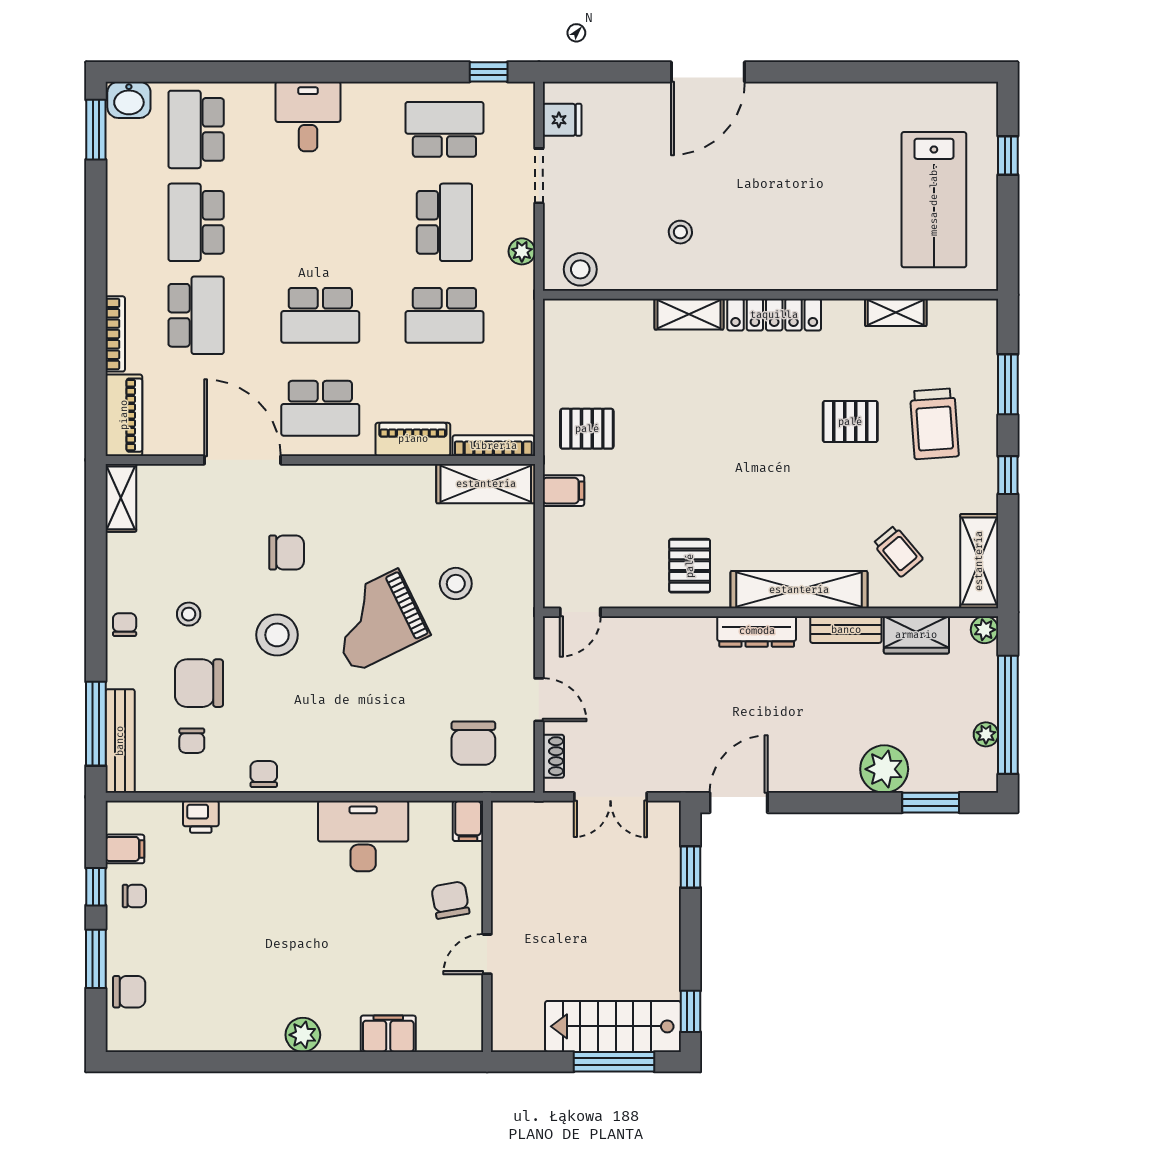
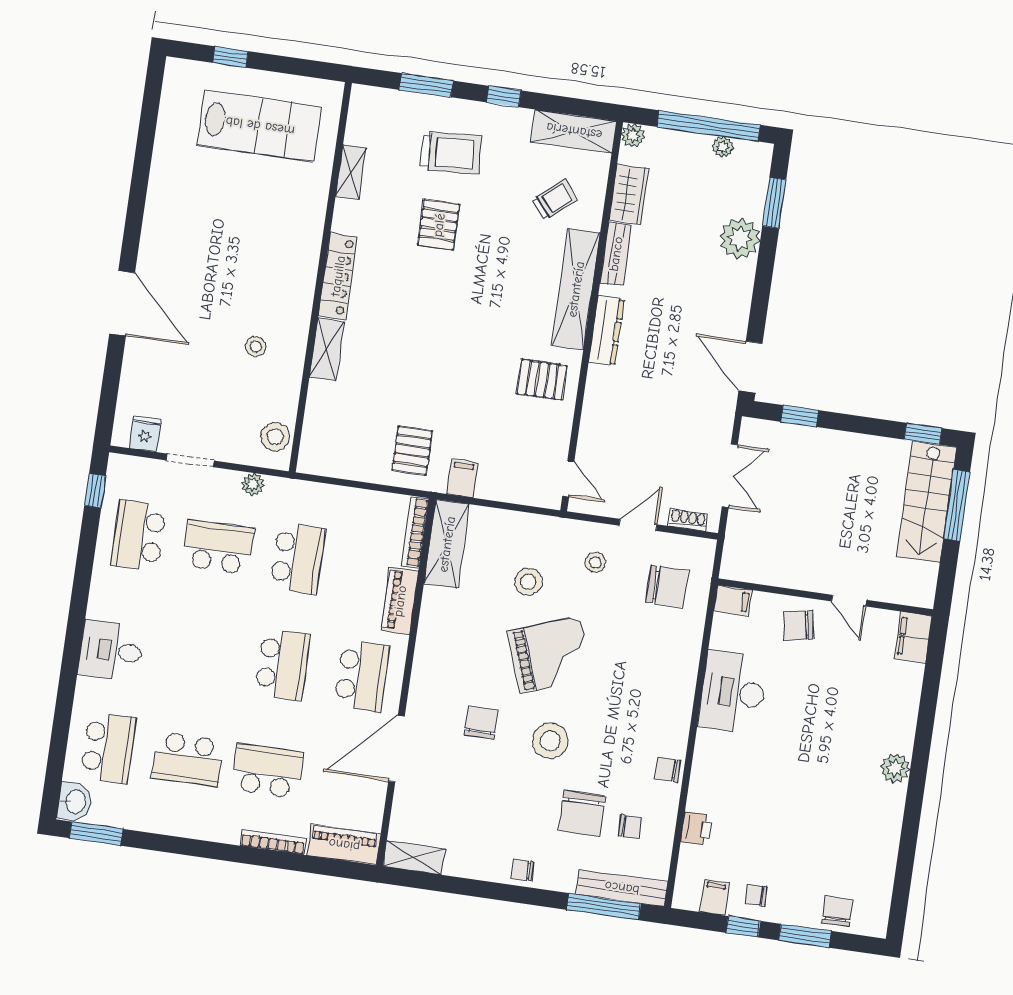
school desk: (196, 129) -> (108, 748), turned -90
stool: (189, 614) -> (595, 562), moved
grand piano: (376, 621) -> (550, 655), turned -84
chair: (134, 896) -> (756, 895), turned -90
filing cabinet: (388, 1034) -> (913, 637), moved

